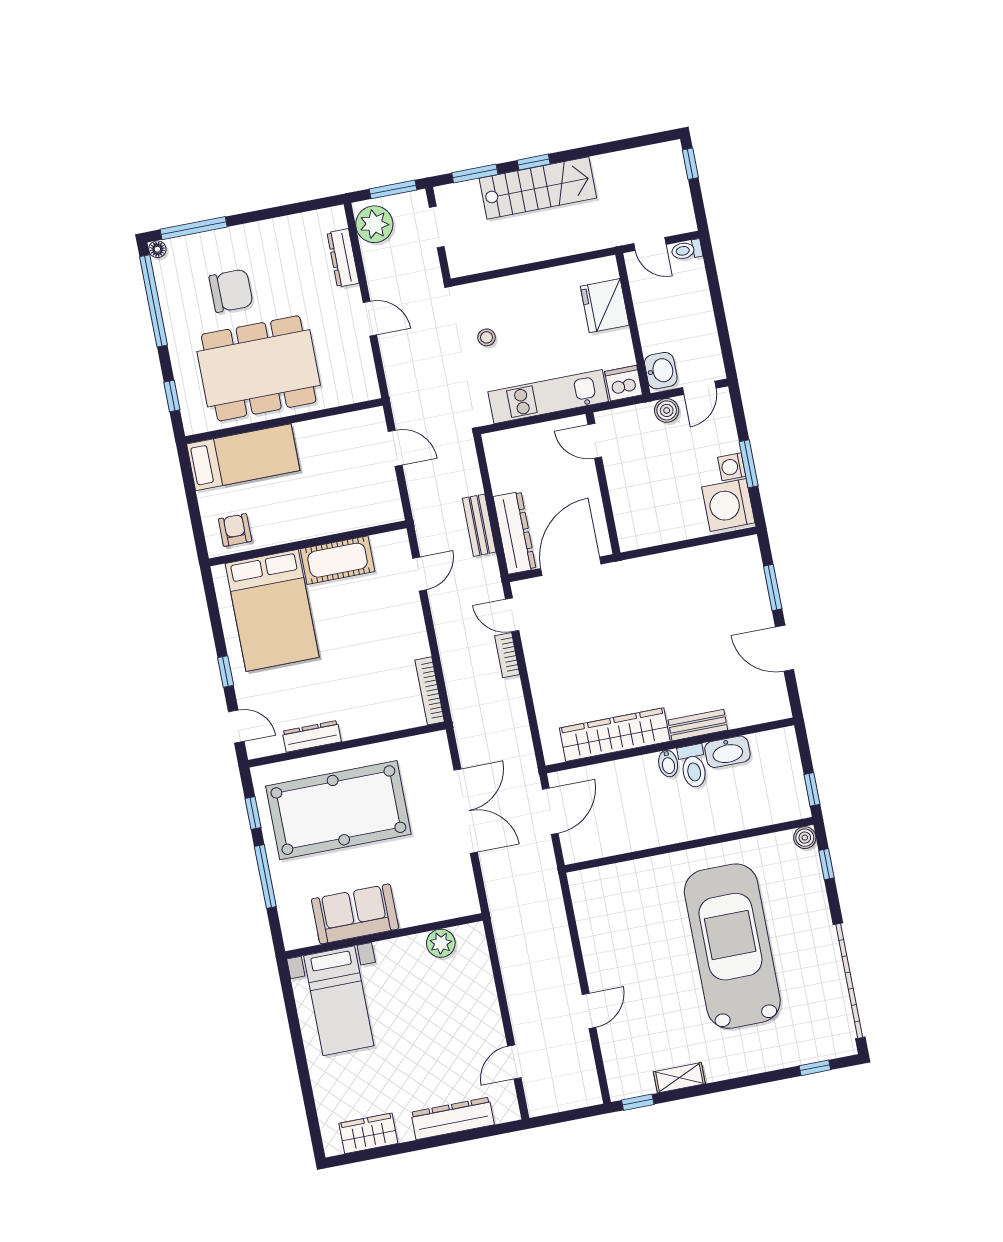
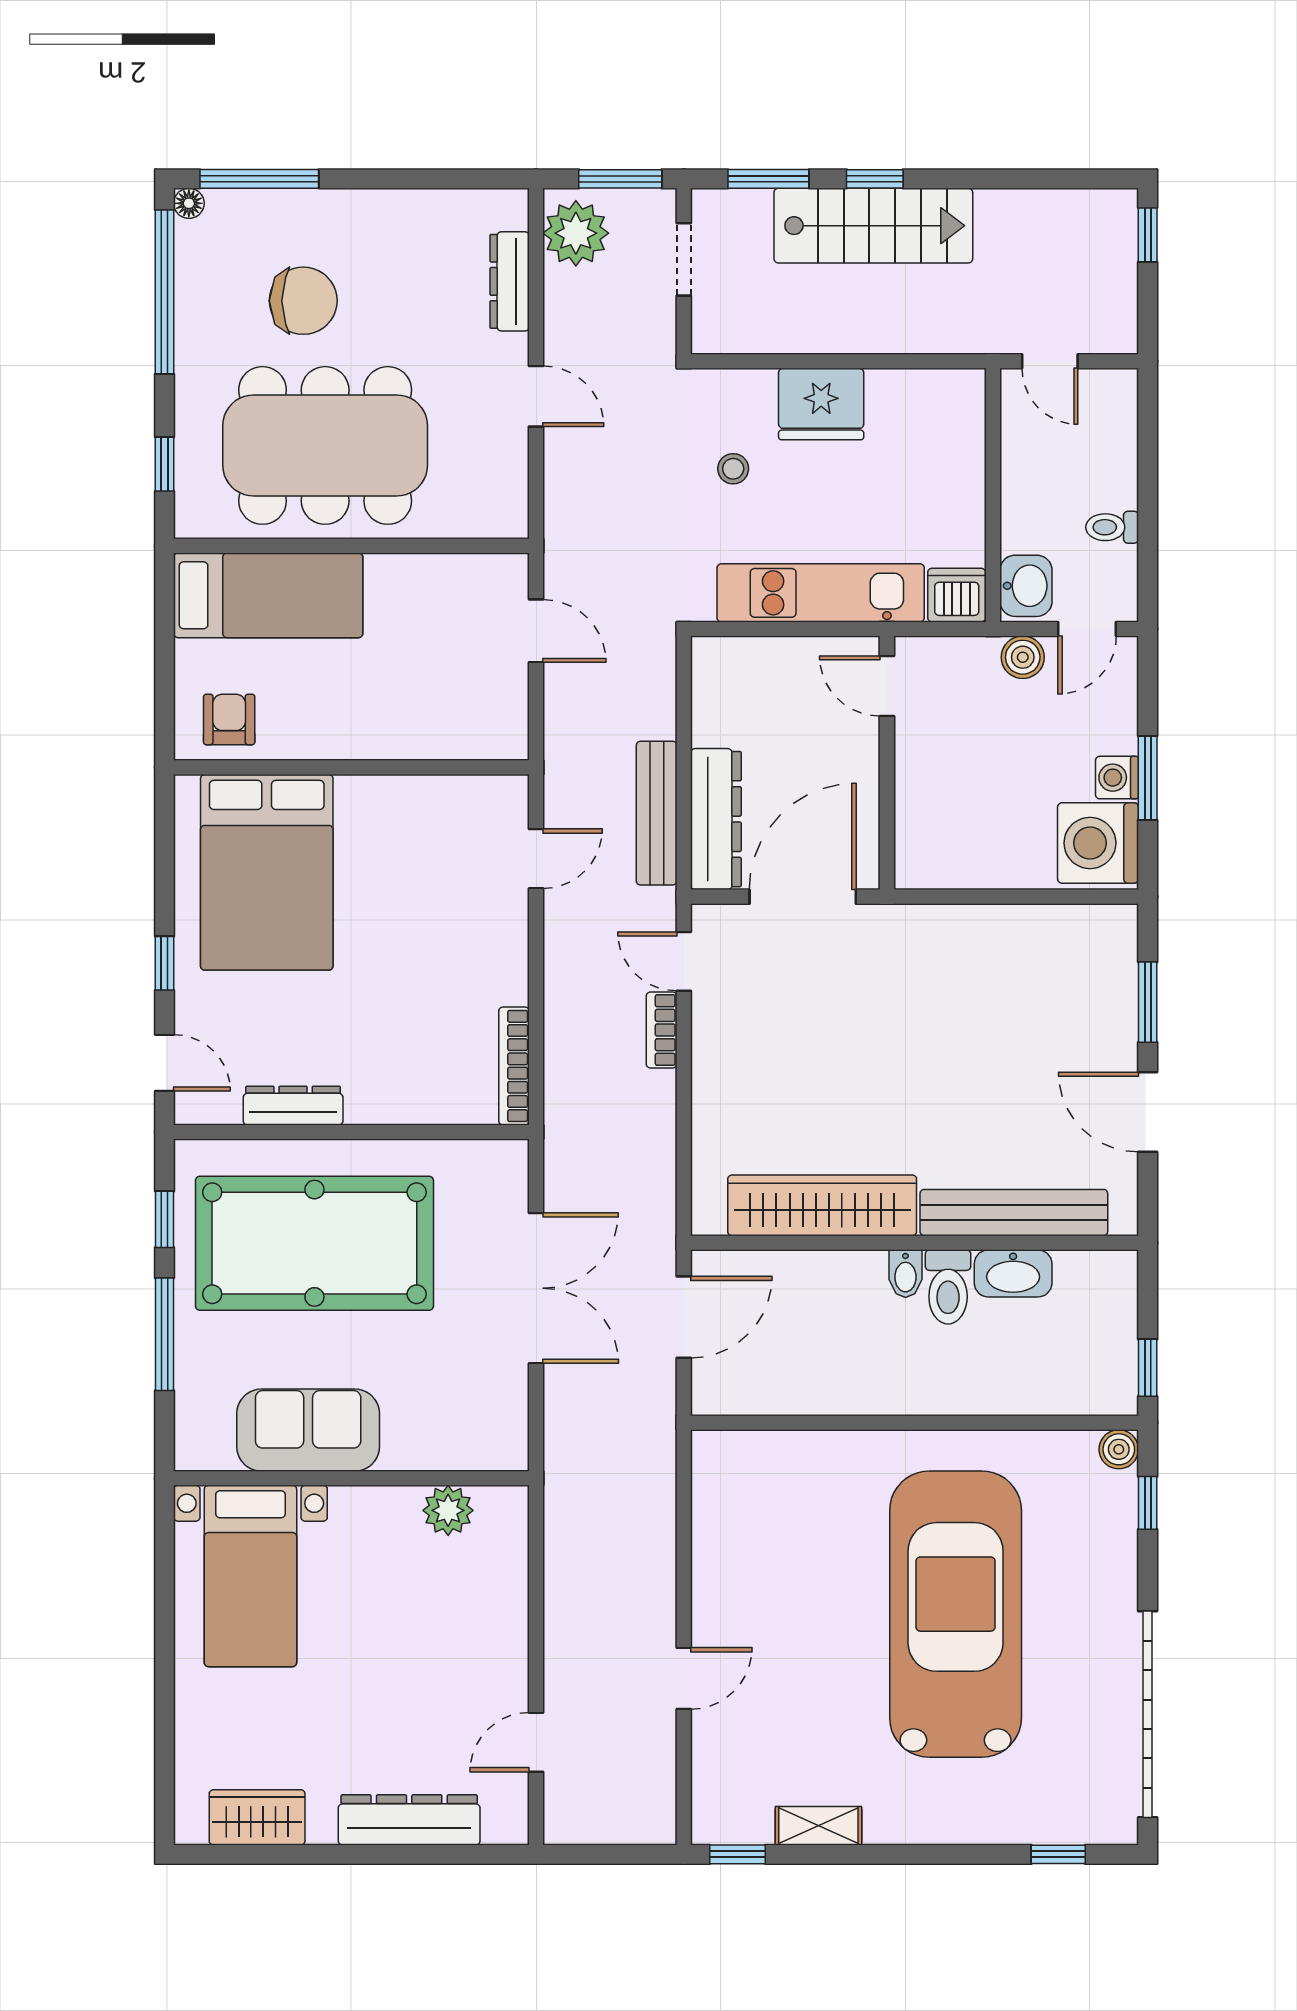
toilet: (687, 250) -> (1112, 527), moved
fridge: (605, 306) -> (821, 404), moved, turned -90
bench: (479, 525) -> (657, 813), width x1.36
cot: (338, 560) -> (398, 807), removed
bench: (698, 725) -> (1014, 1213), width x1.86, depth x1.21

